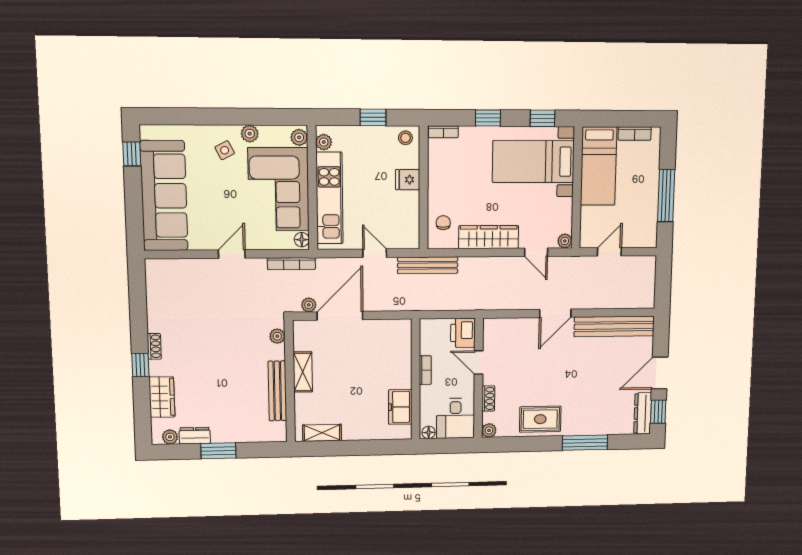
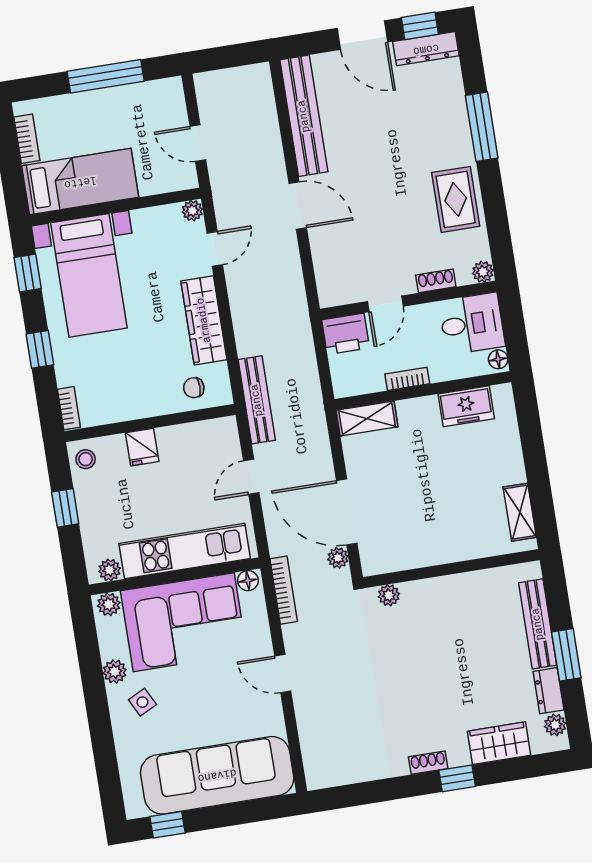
shelving: (303, 372) -> (367, 418), moved
bench: (277, 391) -> (538, 624), moved, turned 90

